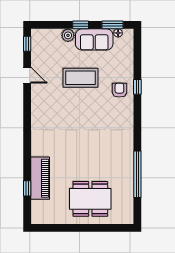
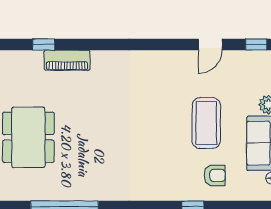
armchair: (119, 90) -> (215, 175), moved
piano: (40, 178) -> (67, 60), width x0.73, depth x0.75

